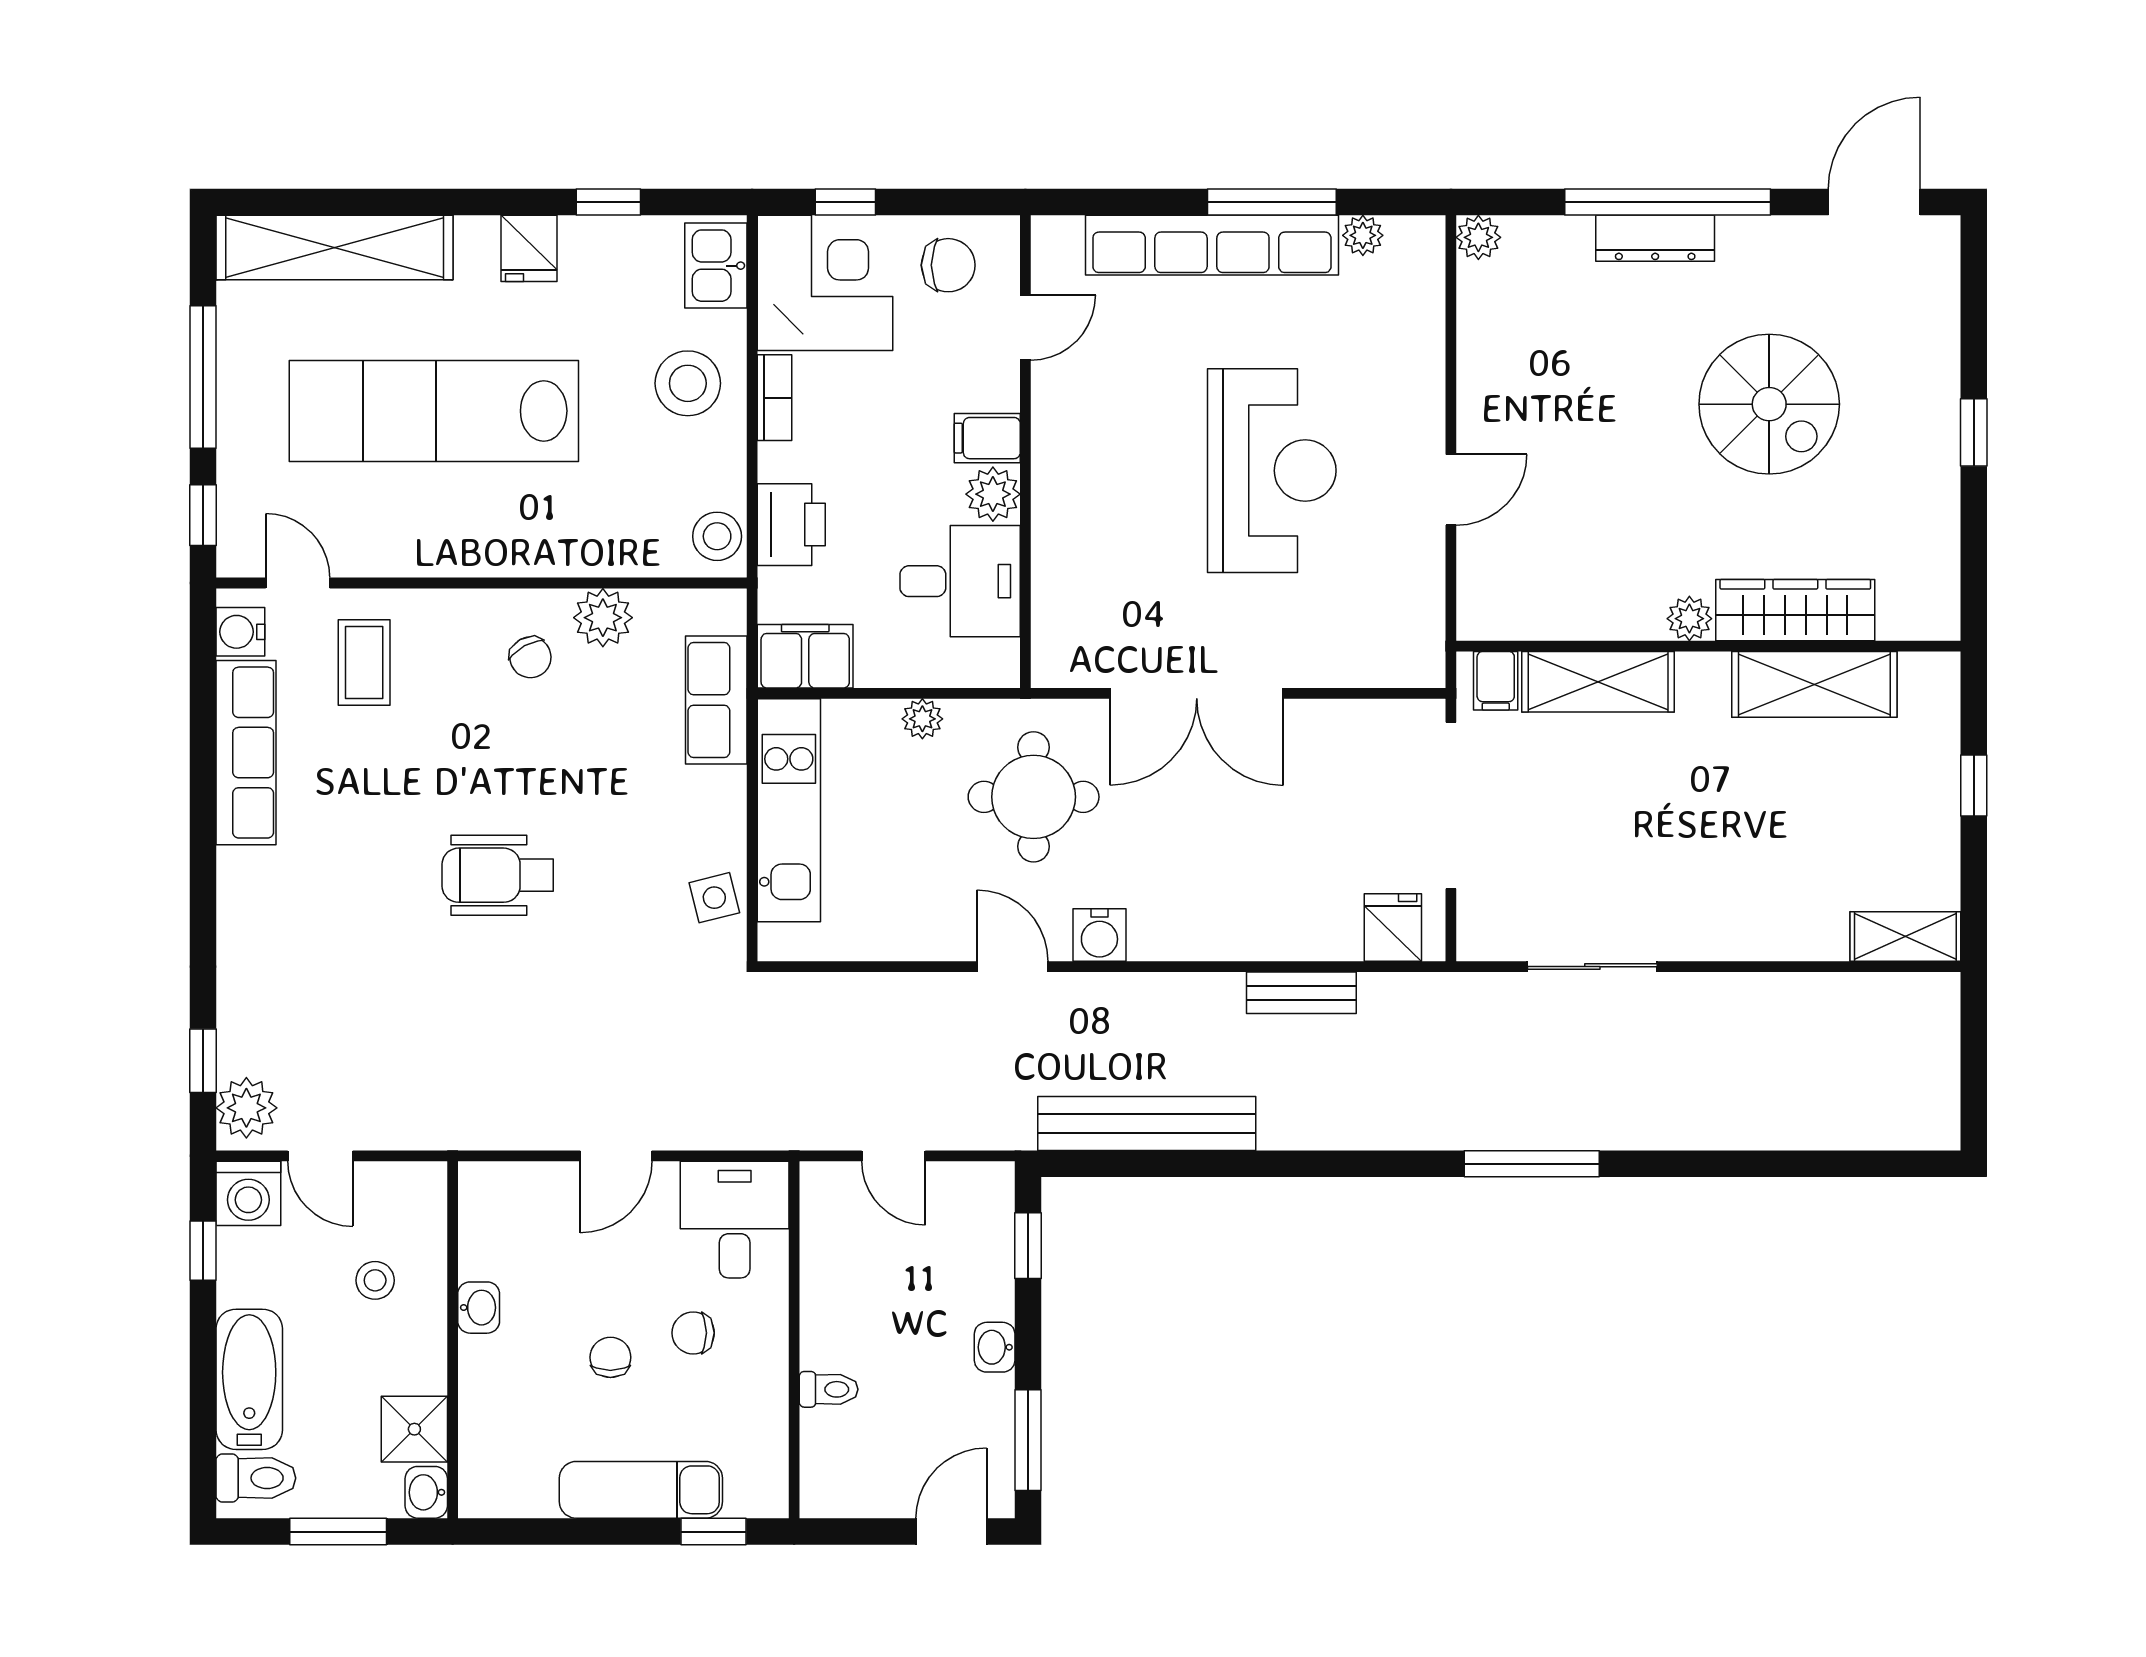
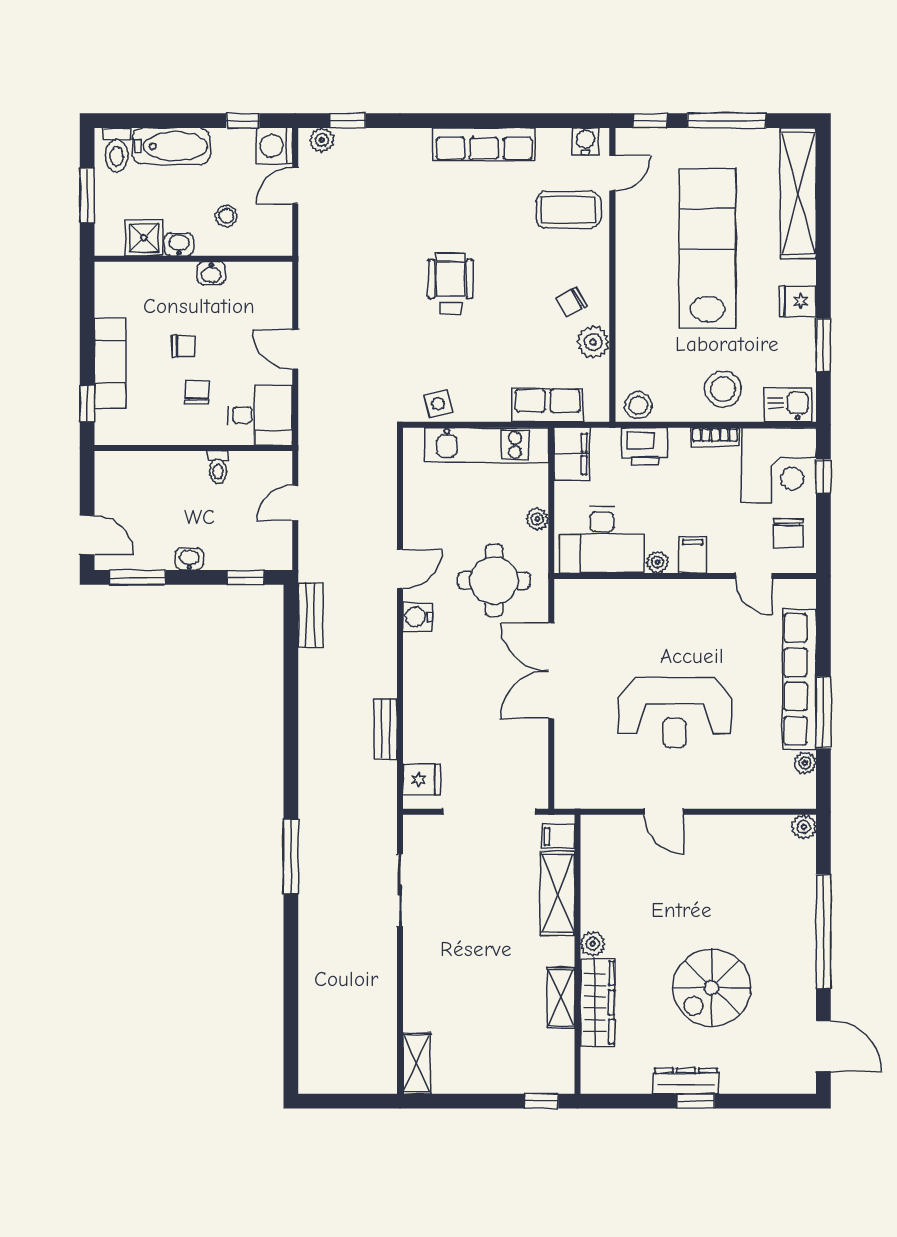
window: (608, 202) -> (823, 345), width x1.50
dresser: (1655, 238) -> (686, 1081), moved, turned 90
plant: (993, 494) -> (657, 562), width x0.73, depth x0.73
desk: (960, 581) -> (602, 540), width x1.37
coffee table: (364, 663) -> (568, 210), width x1.36, depth x1.30
shelving: (1814, 684) -> (561, 998), width x0.67, depth x0.75
row of seats: (246, 753) -> (484, 144), moved
window: (1974, 785) -> (541, 1101), moved
plant: (246, 1108) -> (322, 140), width x0.73, depth x0.73
bench: (1147, 1123) -> (310, 615), width x0.54, depth x0.82
toilet: (829, 1389) -> (218, 467), moved
washbasin: (426, 1492) -> (179, 244), moved

